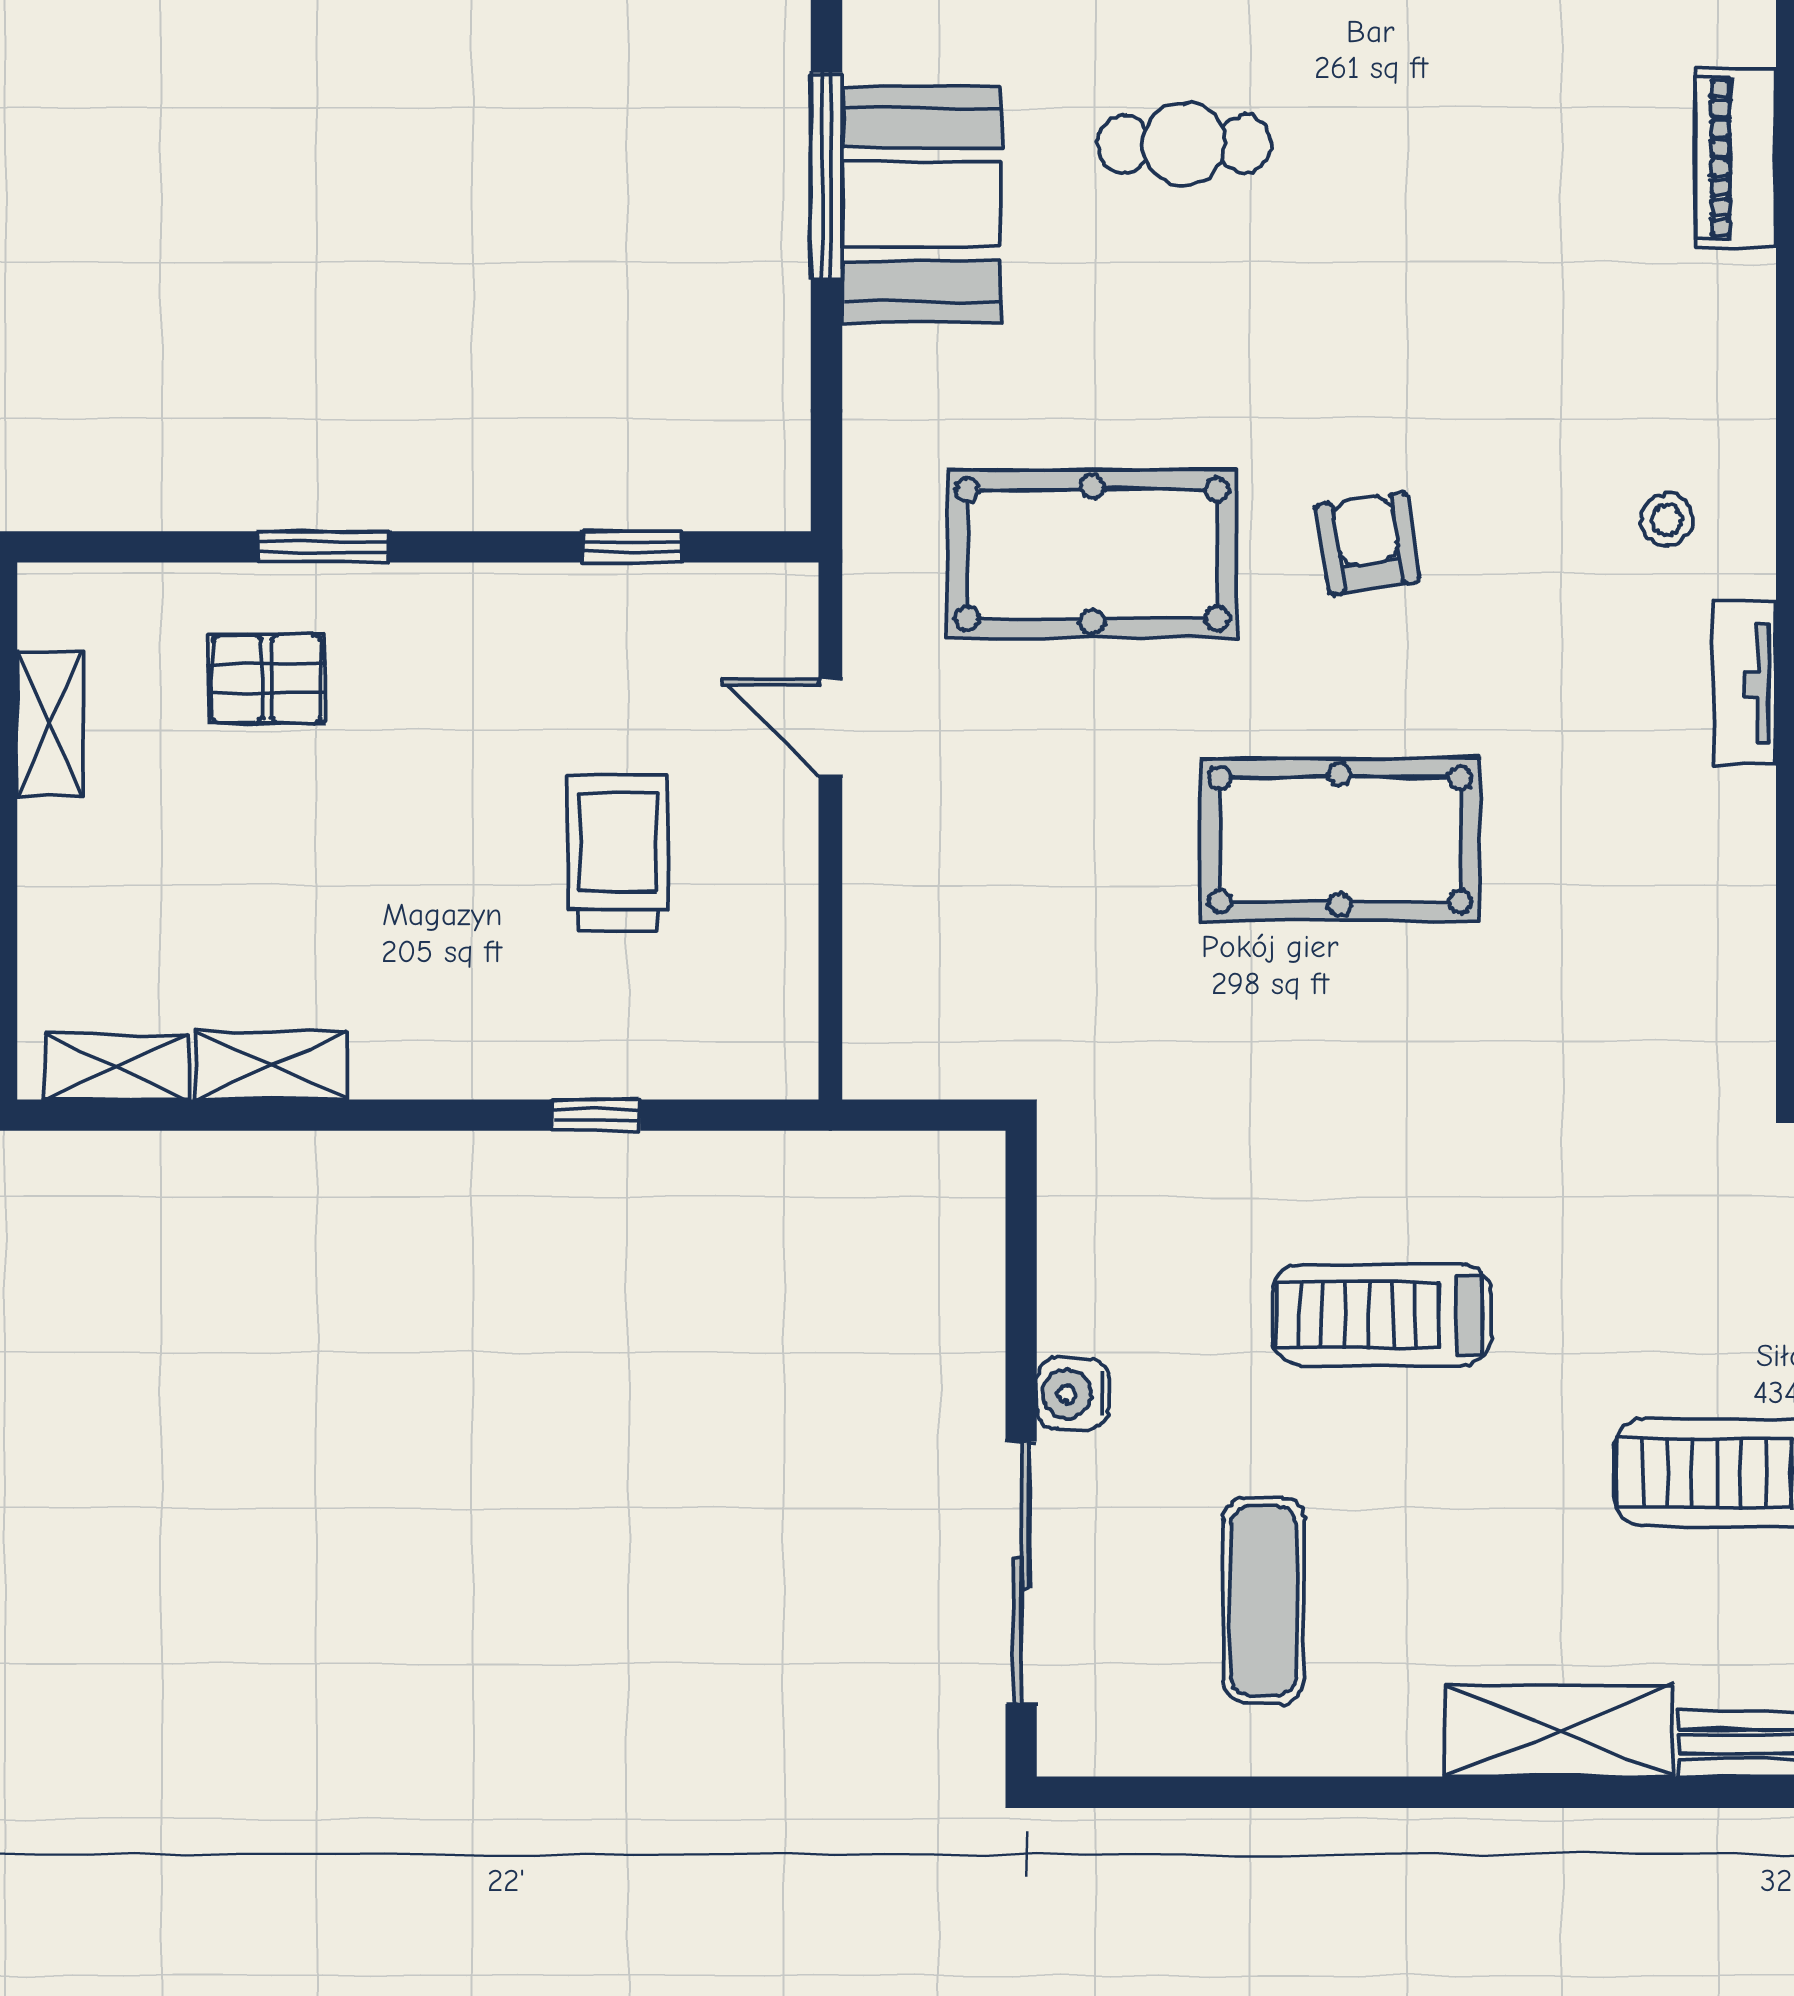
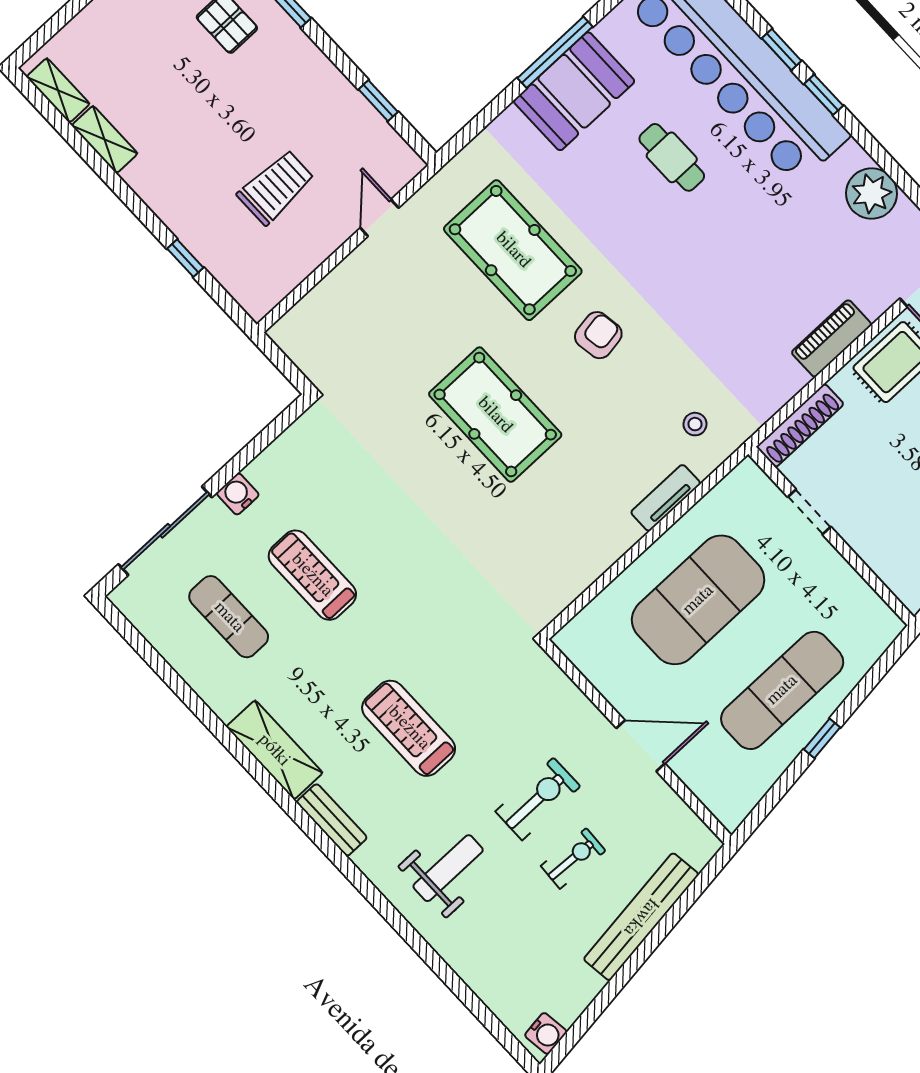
treadmill: (1382, 1315) -> (312, 575), moved
exercise mat: (1264, 1600) -> (229, 617), turned 90

